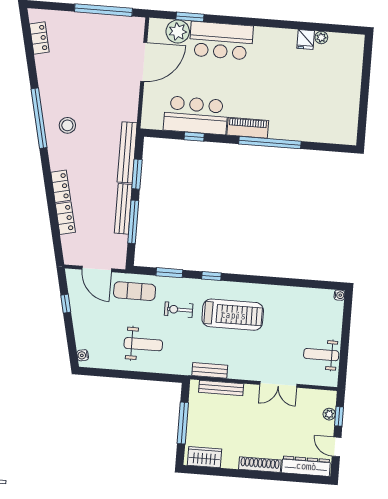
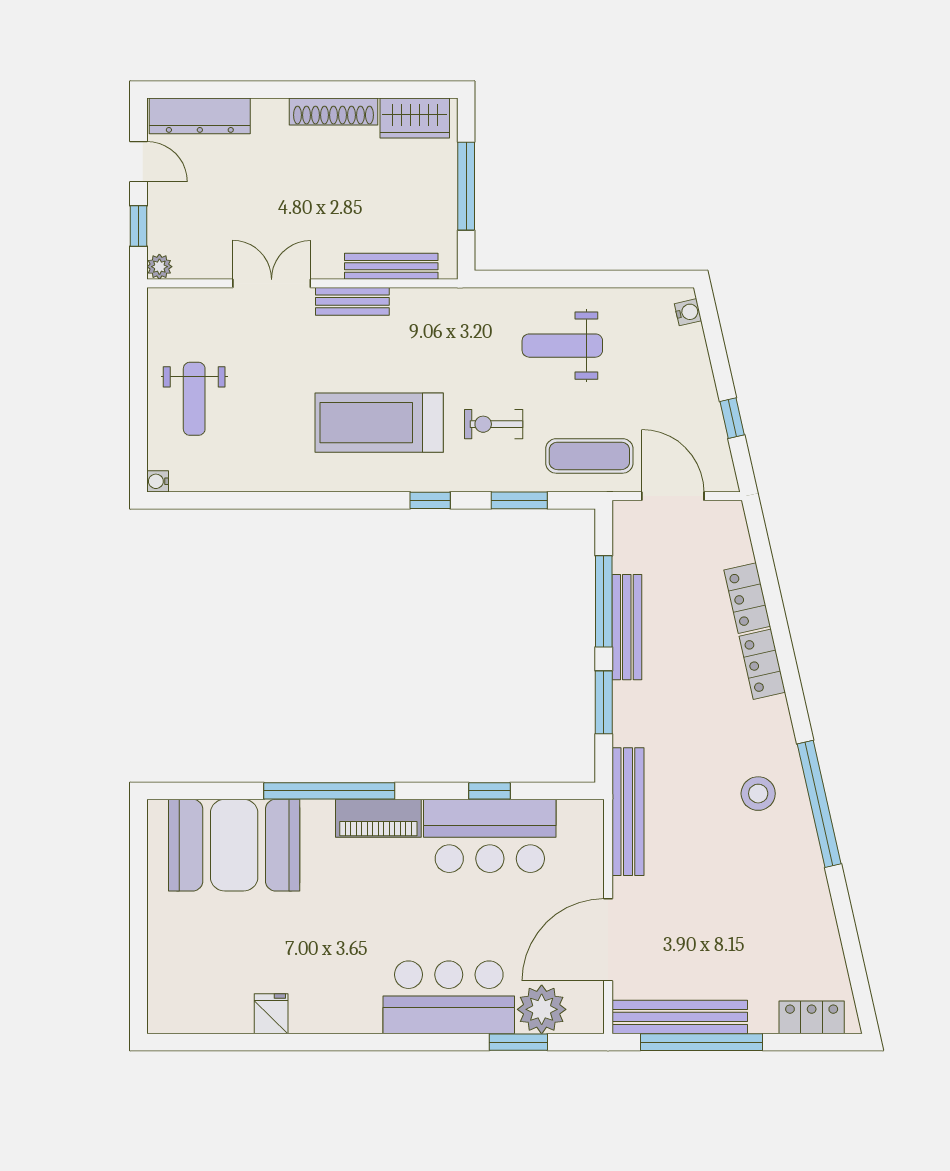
bench: (113, 23) -> (680, 1017), added
plant: (321, 37) -> (238, 1020), removed
locker: (39, 38) -> (812, 1017), moved, turned 103
booth: (317, 120) -> (234, 845), added
bench: (127, 152) -> (628, 812), moved
exercise bike: (179, 310) -> (494, 424), turned 180
weight bench: (321, 355) -> (194, 399), moved, turned 90
bench: (210, 370) -> (352, 301), moved
plant: (329, 414) -> (159, 267), moved
shoe rack: (260, 465) -> (333, 111), moved

